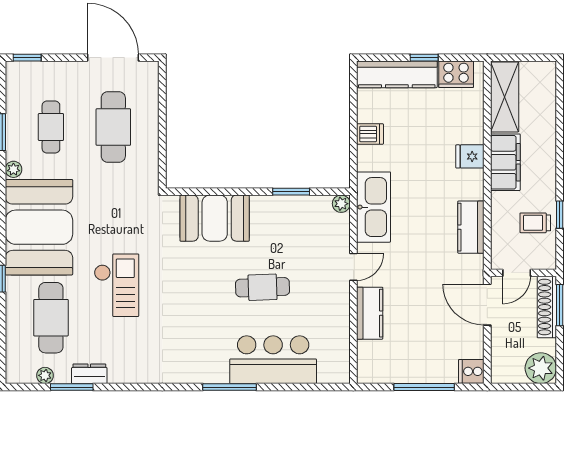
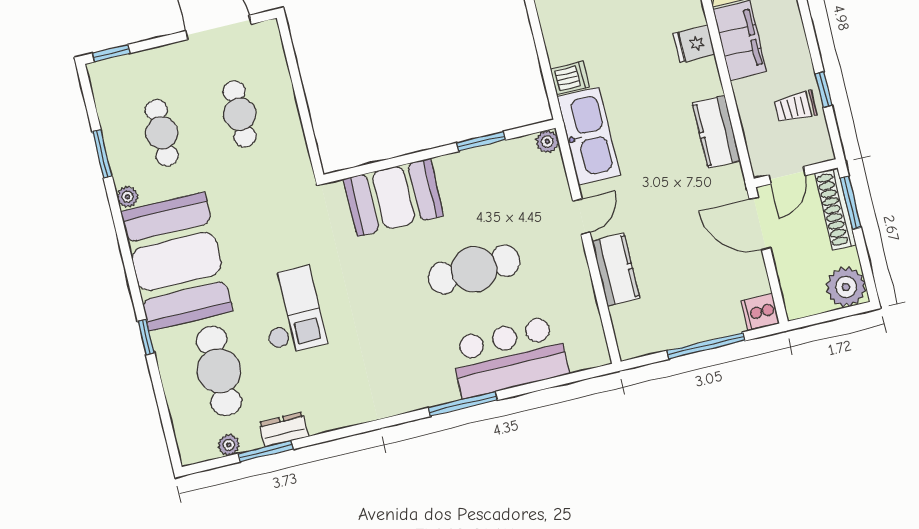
cafe table: (113, 127) -> (240, 114), width x0.73, depth x0.74
dishwasher: (370, 134) -> (570, 78), moved
cafe table: (263, 287) -> (474, 269), width x1.37, depth x1.35

